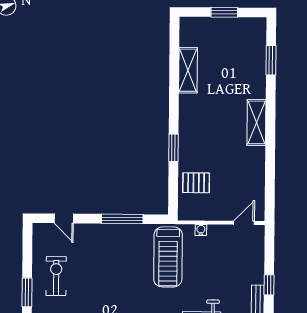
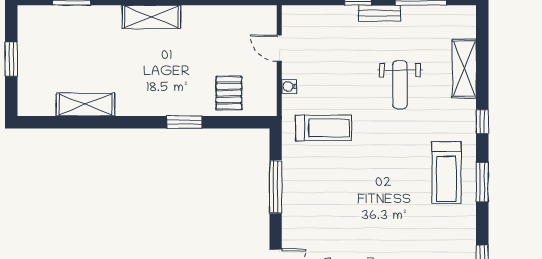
door: (244, 223) -> (279, 48), moved
treadmill: (168, 257) -> (324, 128), width x0.73, depth x0.73

